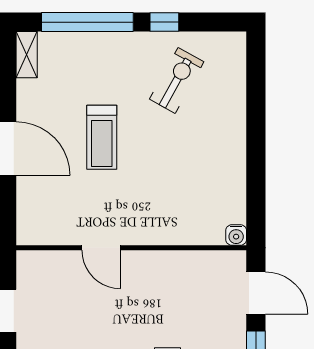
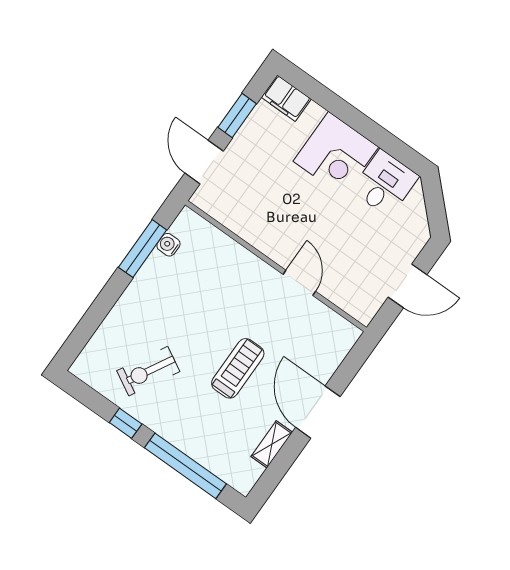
shelving: (27, 55) -> (272, 444), moved
window: (256, 182) -> (143, 249), added
water cooler: (236, 235) -> (168, 245), moved, turned -90

